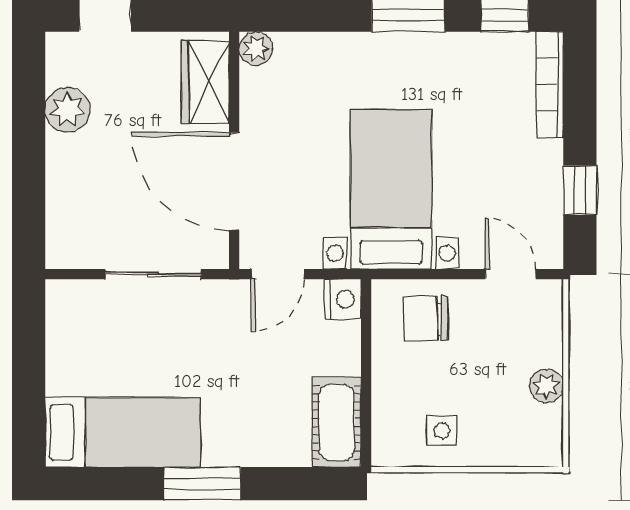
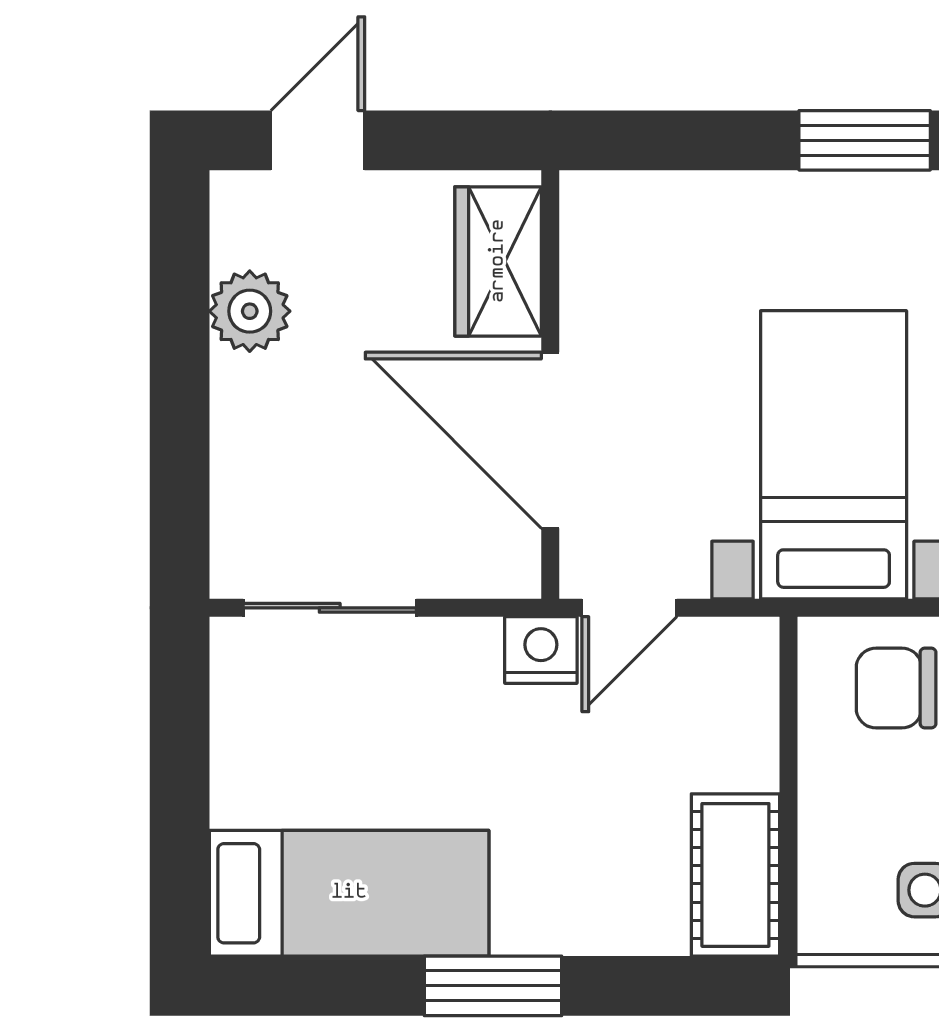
plant: (256, 48) -> (590, 200), removed
sliding door: (153, 274) -> (330, 608), moved
nightstand: (343, 299) -> (541, 650), moved, turned -90

